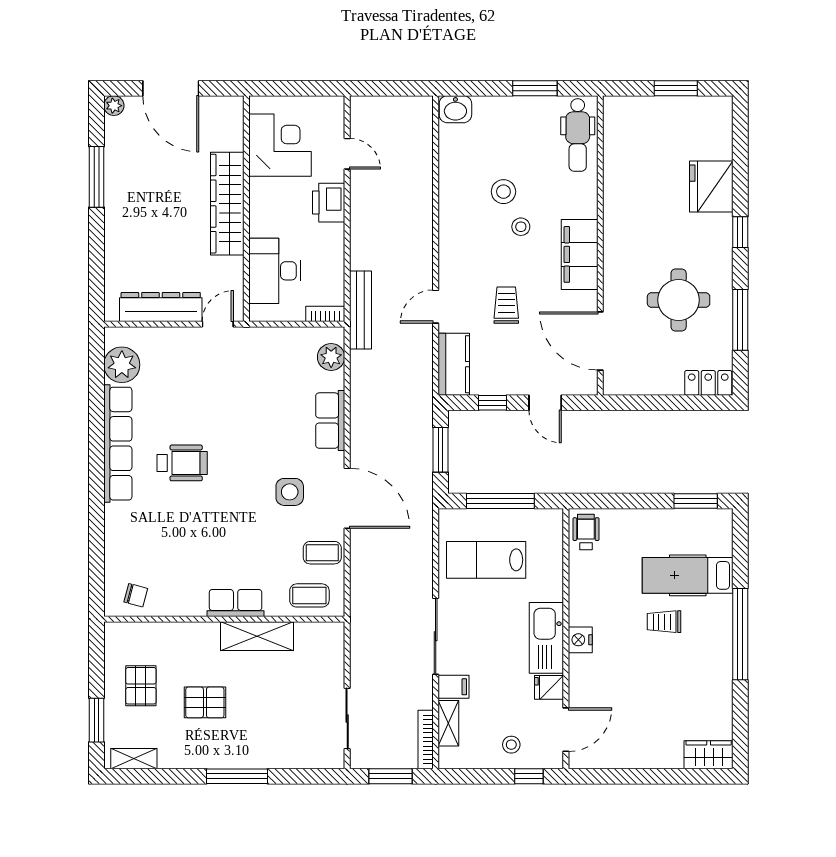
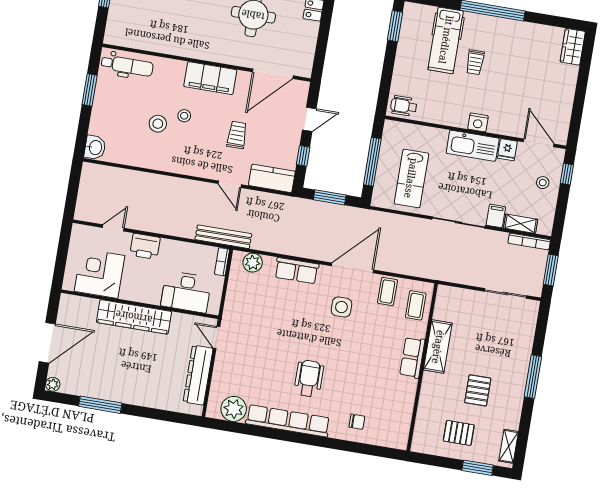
trolley: (506, 305) -> (237, 135), turned 90
chair: (136, 595) -> (357, 422), moved, turned 75

